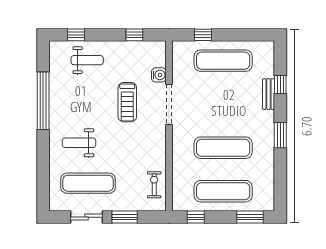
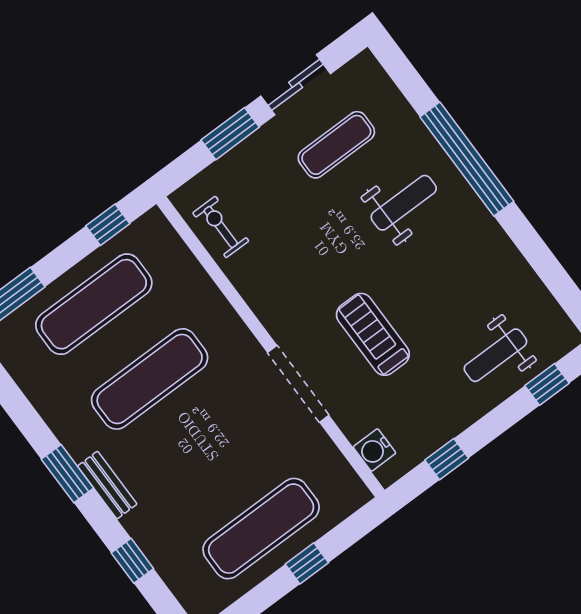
window: (203, 35) -> (307, 563), moved
water cooler: (159, 75) -> (375, 450), moved
bench: (269, 94) -> (107, 485), moved
window: (43, 101) -> (467, 159), moved
exercise mat: (88, 183) -> (336, 145), width x0.73, depth x0.69
exercise bike: (154, 185) -> (221, 227), turned 180

